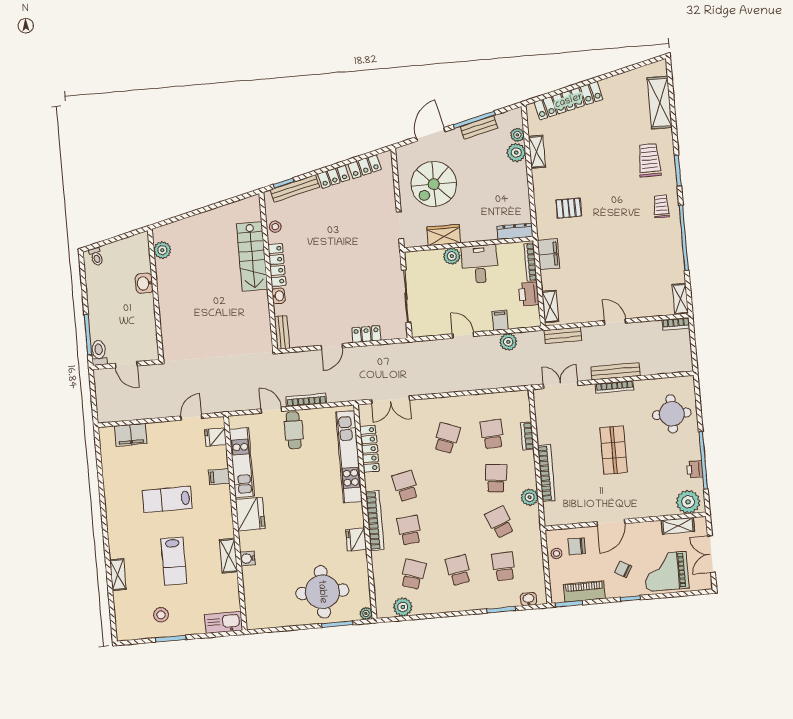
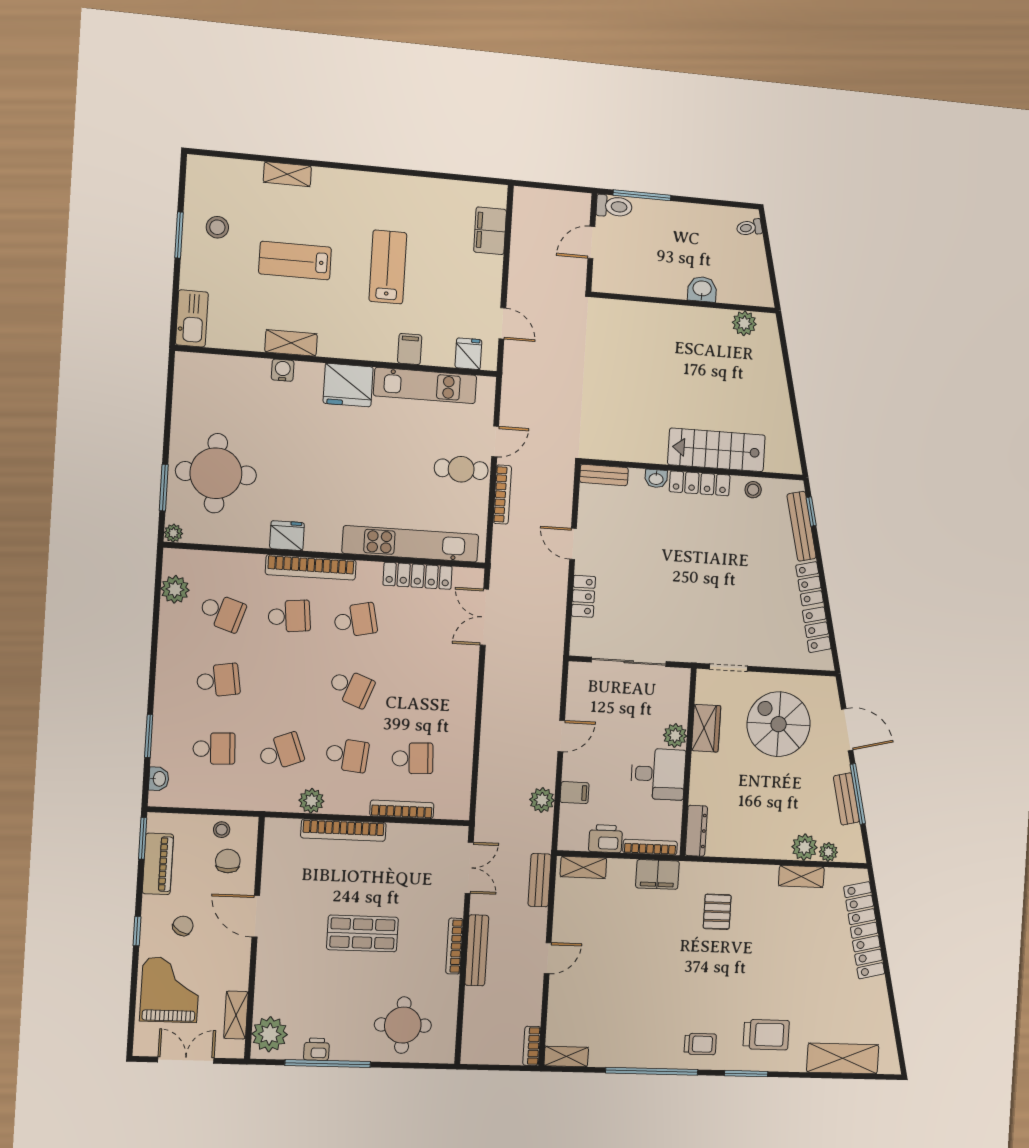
bookcase: (527, 436) -> (402, 809), width x1.56
school desk: (447, 438) -> (351, 688), moved

